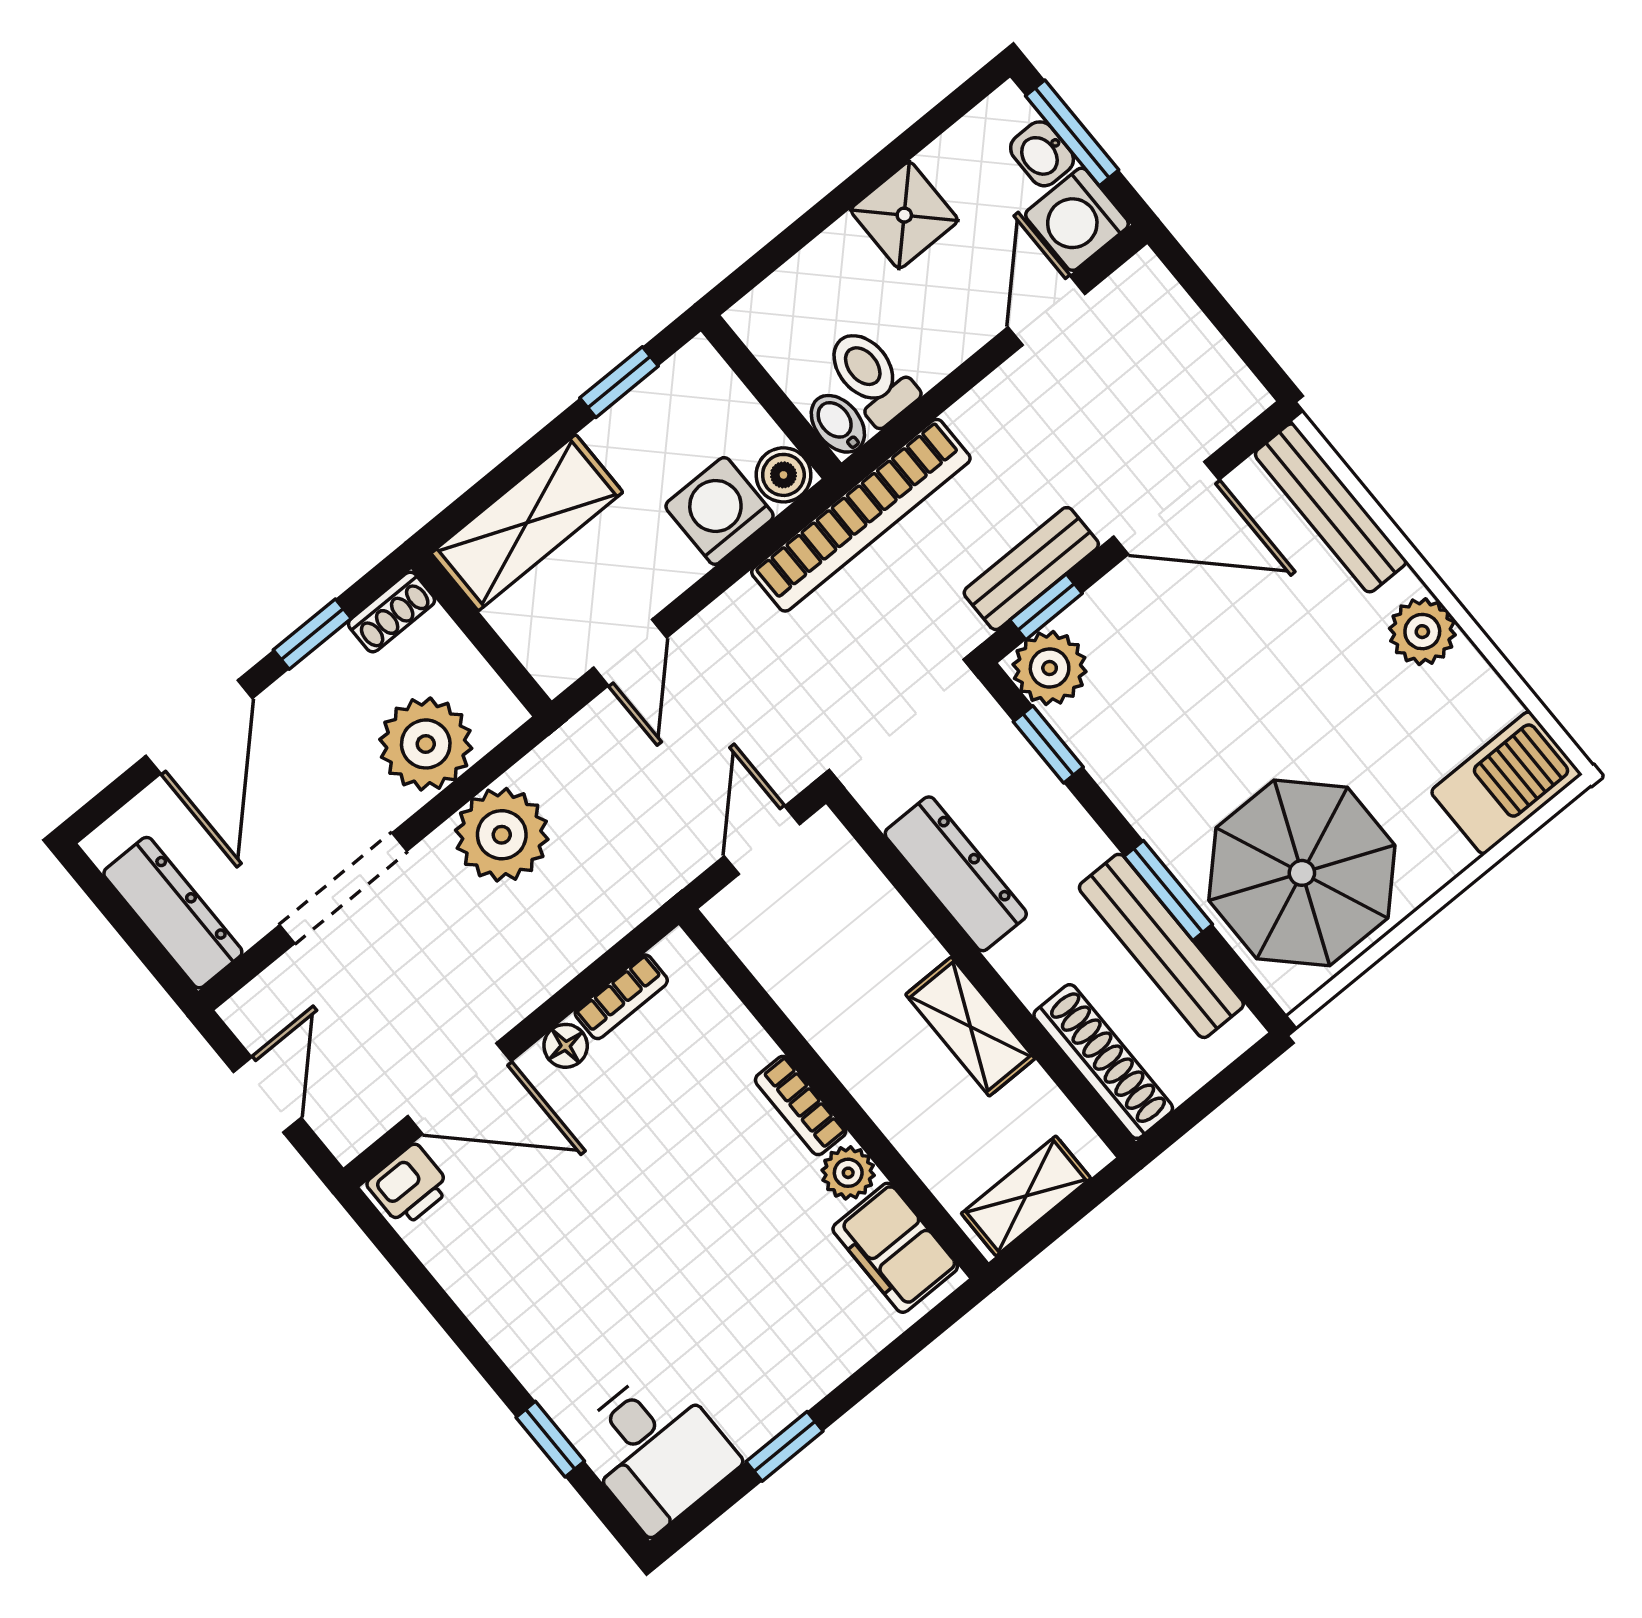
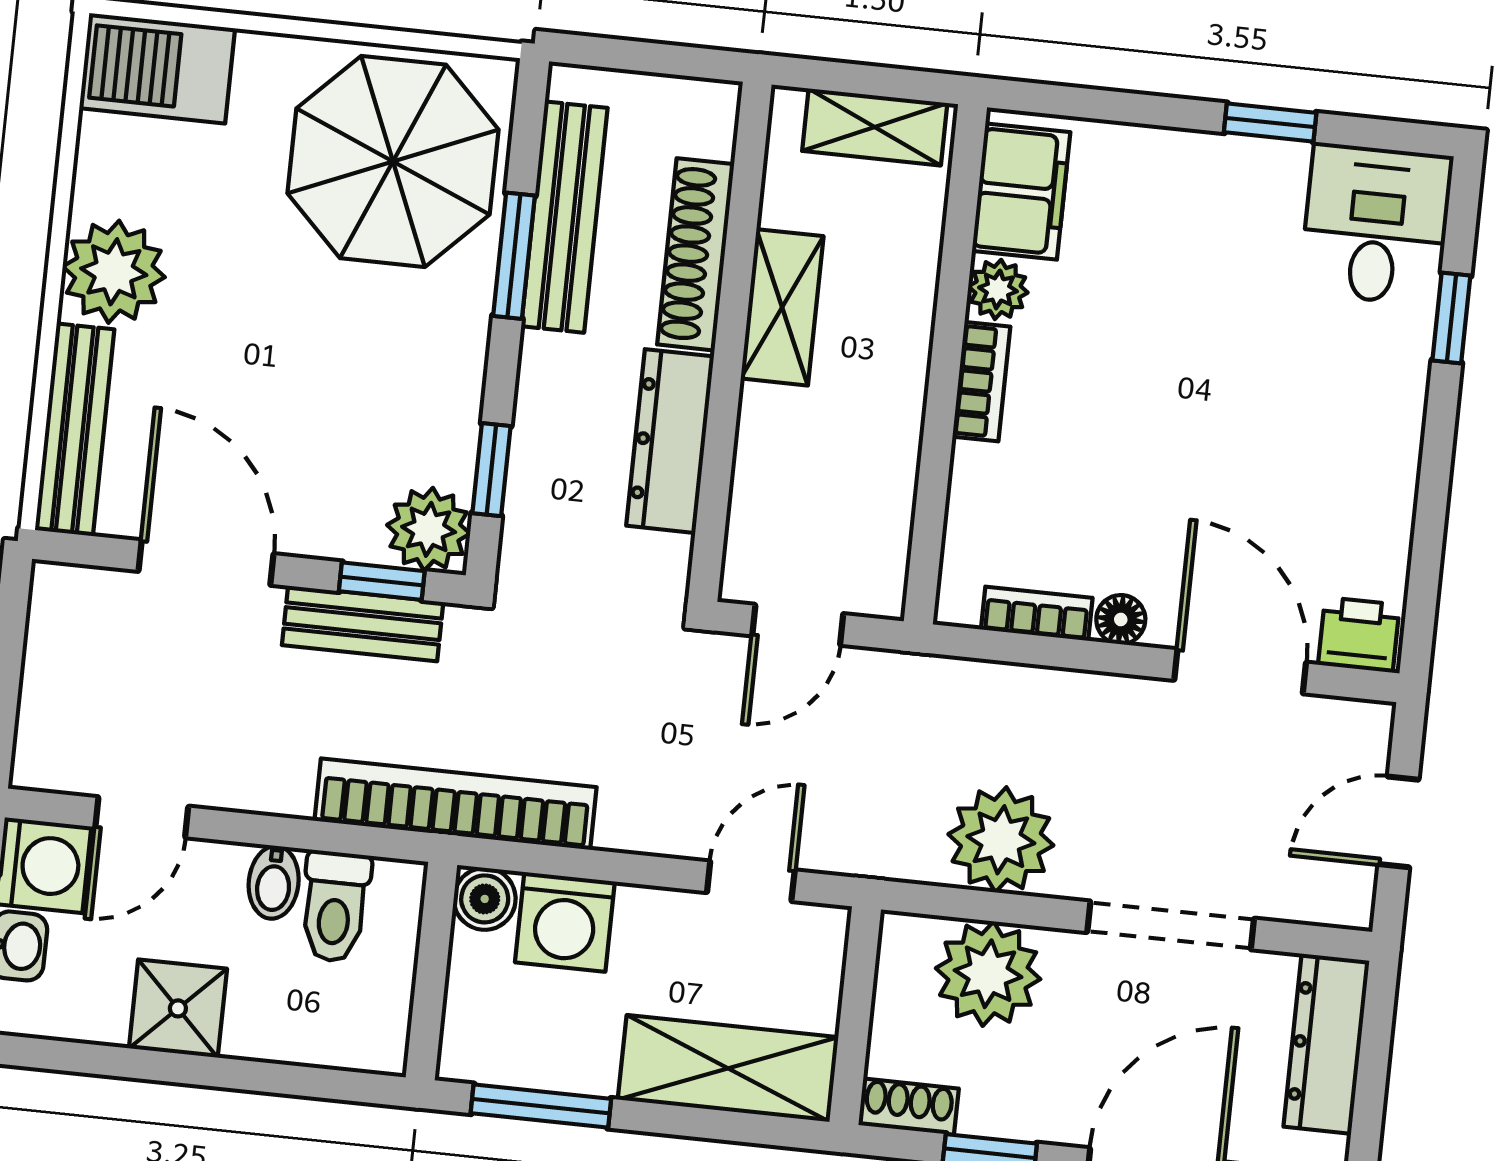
window: (619, 382) -> (541, 1106), width x1.50
bidet: (838, 424) -> (274, 882), moved
plant: (1422, 632) -> (114, 272), width x1.36, depth x1.36
shoe rack: (1103, 1062) -> (696, 254), moved

